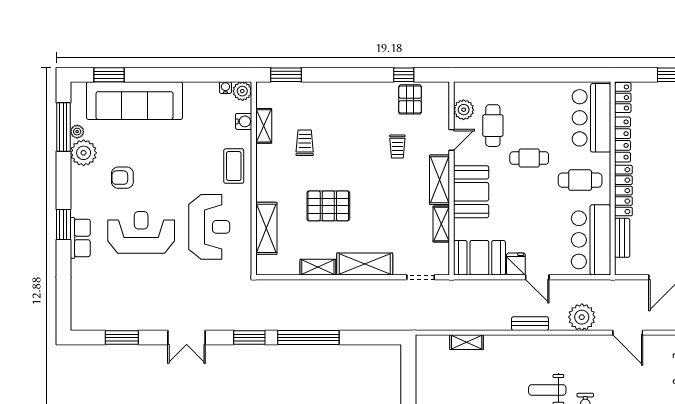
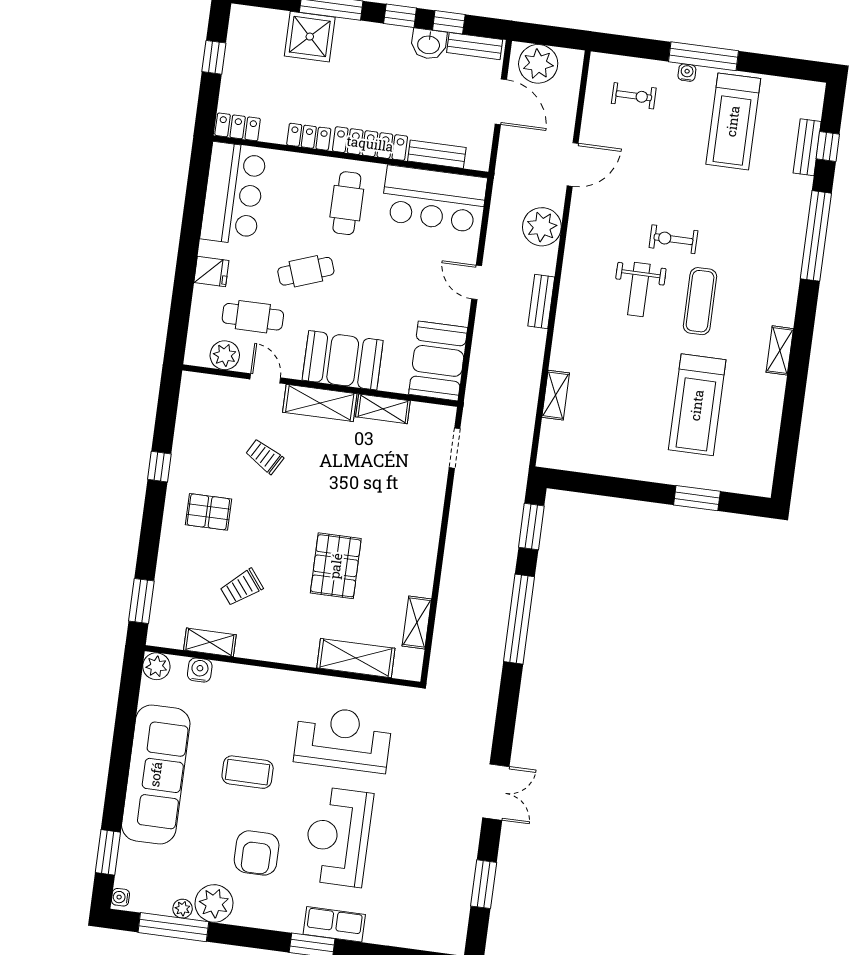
window: (404, 75) -> (159, 467), moved
water cooler: (225, 88) -> (120, 897), moved
pallet: (410, 99) -> (208, 512), moved
sofa: (134, 101) -> (156, 774), moved
bar counter: (591, 118) -> (233, 194), moved, turned -90
locker: (622, 140) -> (309, 137), width x0.66
trolley: (305, 143) -> (242, 587), turned -38
trolley: (397, 146) -> (264, 456), turned -150
cafe table: (529, 158) -> (306, 271), turned 70
coffee table: (234, 166) -> (248, 772), moved
armchair: (122, 178) -> (257, 853), width x1.38, depth x1.38
shelving: (365, 264) -> (425, 525), removed
fridge: (516, 264) -> (211, 271), moved, turned 180
shelving: (318, 267) -> (417, 622), moved
door: (537, 277) -> (477, 282), swing flipped
window: (249, 338) -> (531, 527), moved

